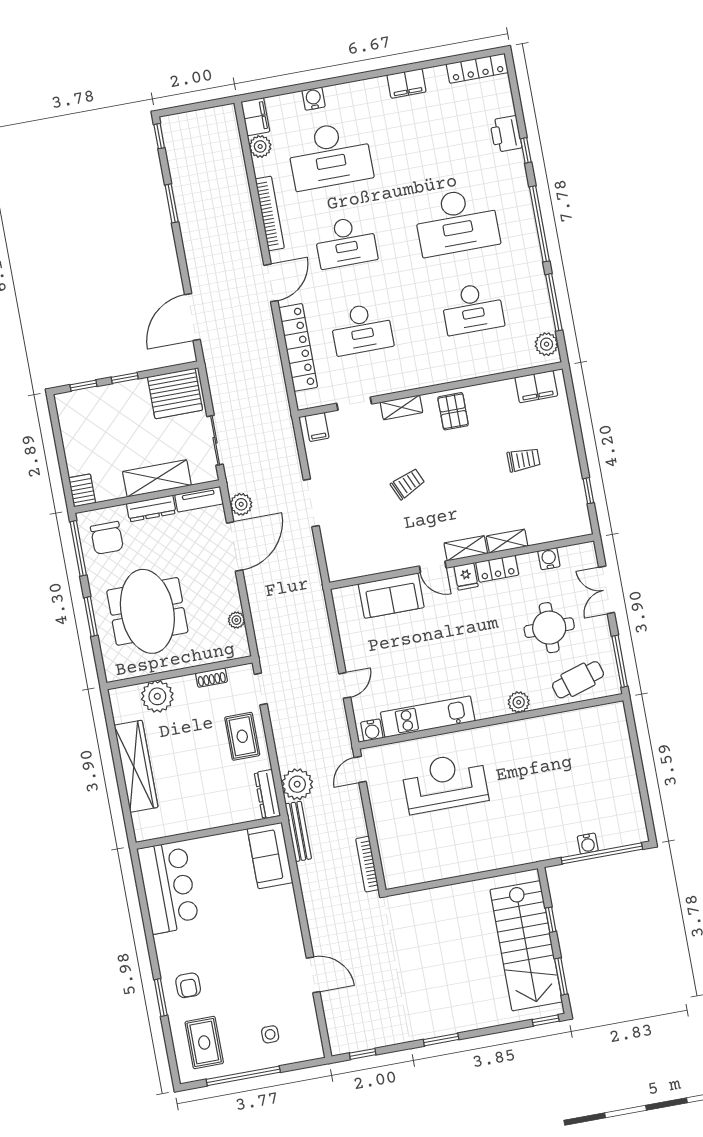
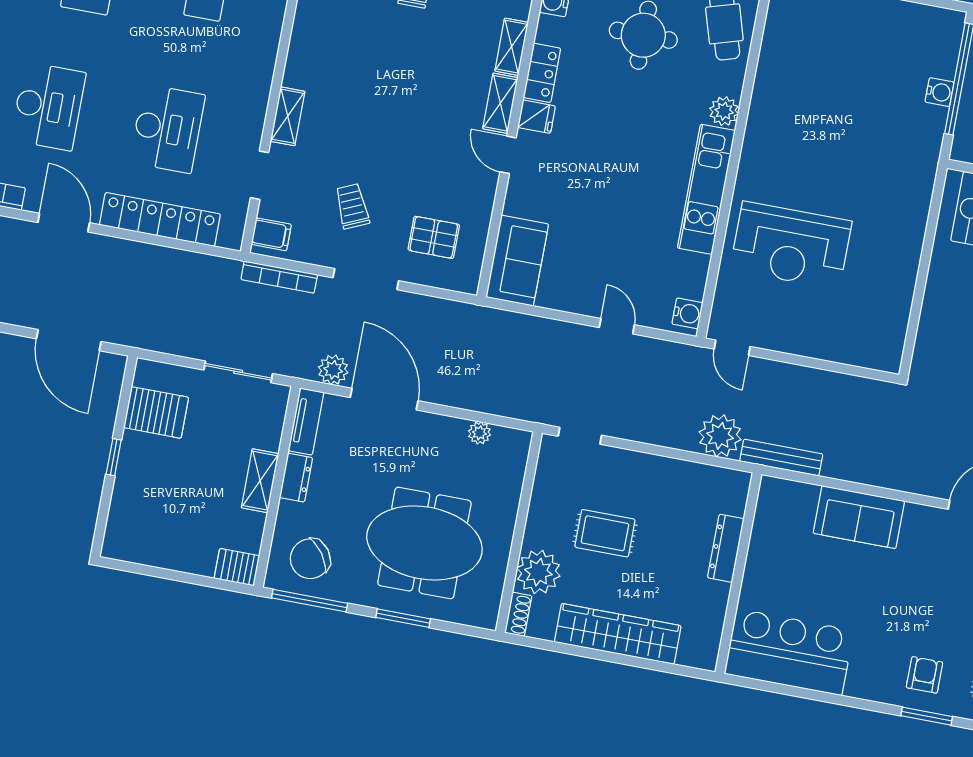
window: (83, 386) -> (103, 514), removed
server rack: (175, 394) -> (156, 412), width x0.62
pallet: (453, 411) -> (434, 237), moved
shelving: (157, 478) -> (260, 481), width x0.67, depth x0.75
trolley: (408, 484) -> (352, 206), moved
dresser: (151, 508) -> (296, 478), width x0.70
chair: (107, 538) -> (310, 559), turned 144
door: (433, 567) -> (508, 155), swing flipped
sofa: (391, 596) -> (517, 261), moved
shoe rack: (211, 677) -> (518, 614), moved
kitchen unit: (428, 717) -> (706, 189), moved
rug: (242, 736) -> (605, 533), moved
reception desk: (445, 783) -> (791, 245), turned -90
dresser: (267, 794) -> (726, 548), moved, turned 90
sofa: (270, 856) -> (859, 517), moved
bookcase: (367, 864) -> (279, 277), moved
armchair: (188, 985) -> (925, 675), turned -90

